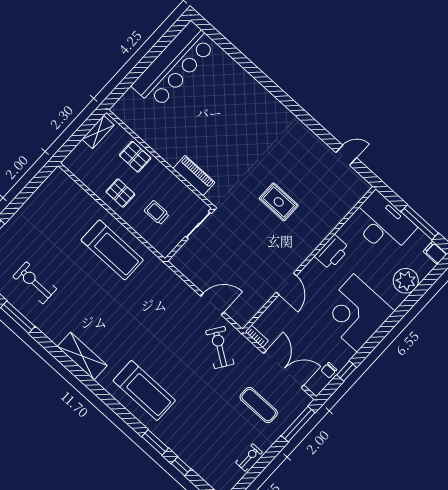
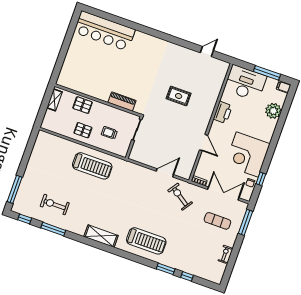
bar counter: (174, 65) -> (105, 31), moved, turned 90
corner desk: (356, 313) -> (247, 154), moved

